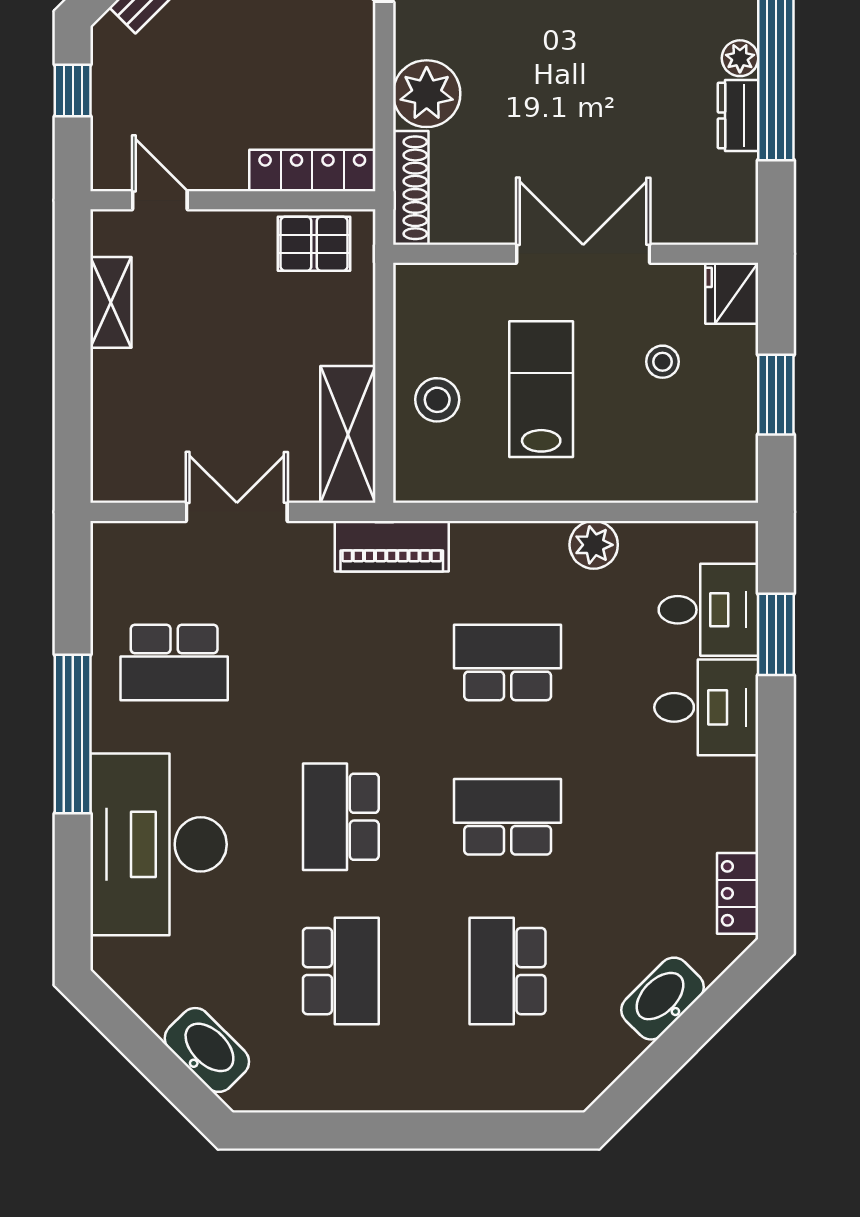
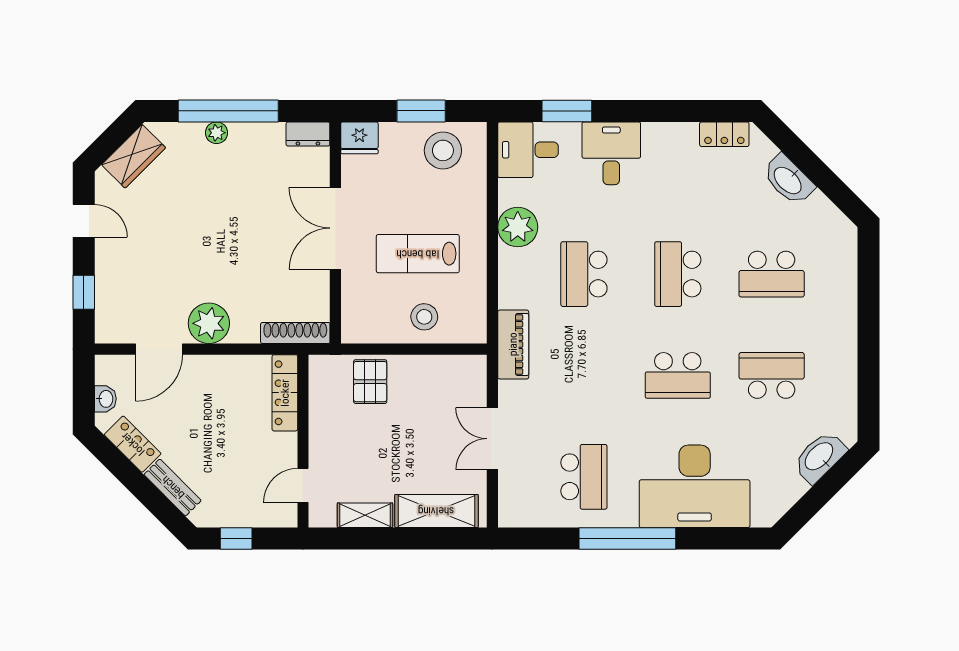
plant: (427, 94) -> (209, 323), moved
dresser: (738, 116) -> (308, 134), moved
pallet: (314, 244) -> (370, 382), moved
stool: (662, 362) -> (443, 150), moved, width x1.89, depth x1.89
shelving: (348, 434) -> (436, 511), moved
plant: (594, 545) -> (518, 227), width x1.36, depth x1.36
desk: (708, 610) -> (528, 150), moved, turned -90

